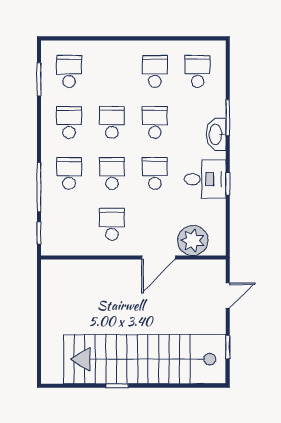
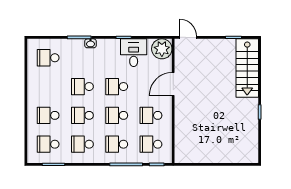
school desk: (155, 71) -> (48, 115), moved
washbasin: (216, 134) -> (91, 43), width x0.52, depth x0.69
desk: (205, 179) -> (134, 53), moved
school desk: (69, 224) -> (151, 144), added
plant: (193, 241) -> (162, 49), moved
door: (159, 257) -> (173, 84), swing flipped
door: (228, 295) -> (188, 37), moved
stairs: (145, 359) -> (247, 68), width x0.54, depth x0.66

